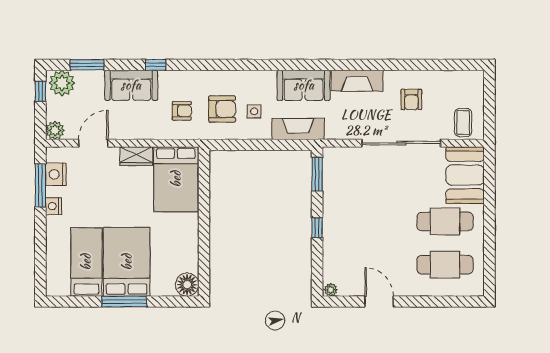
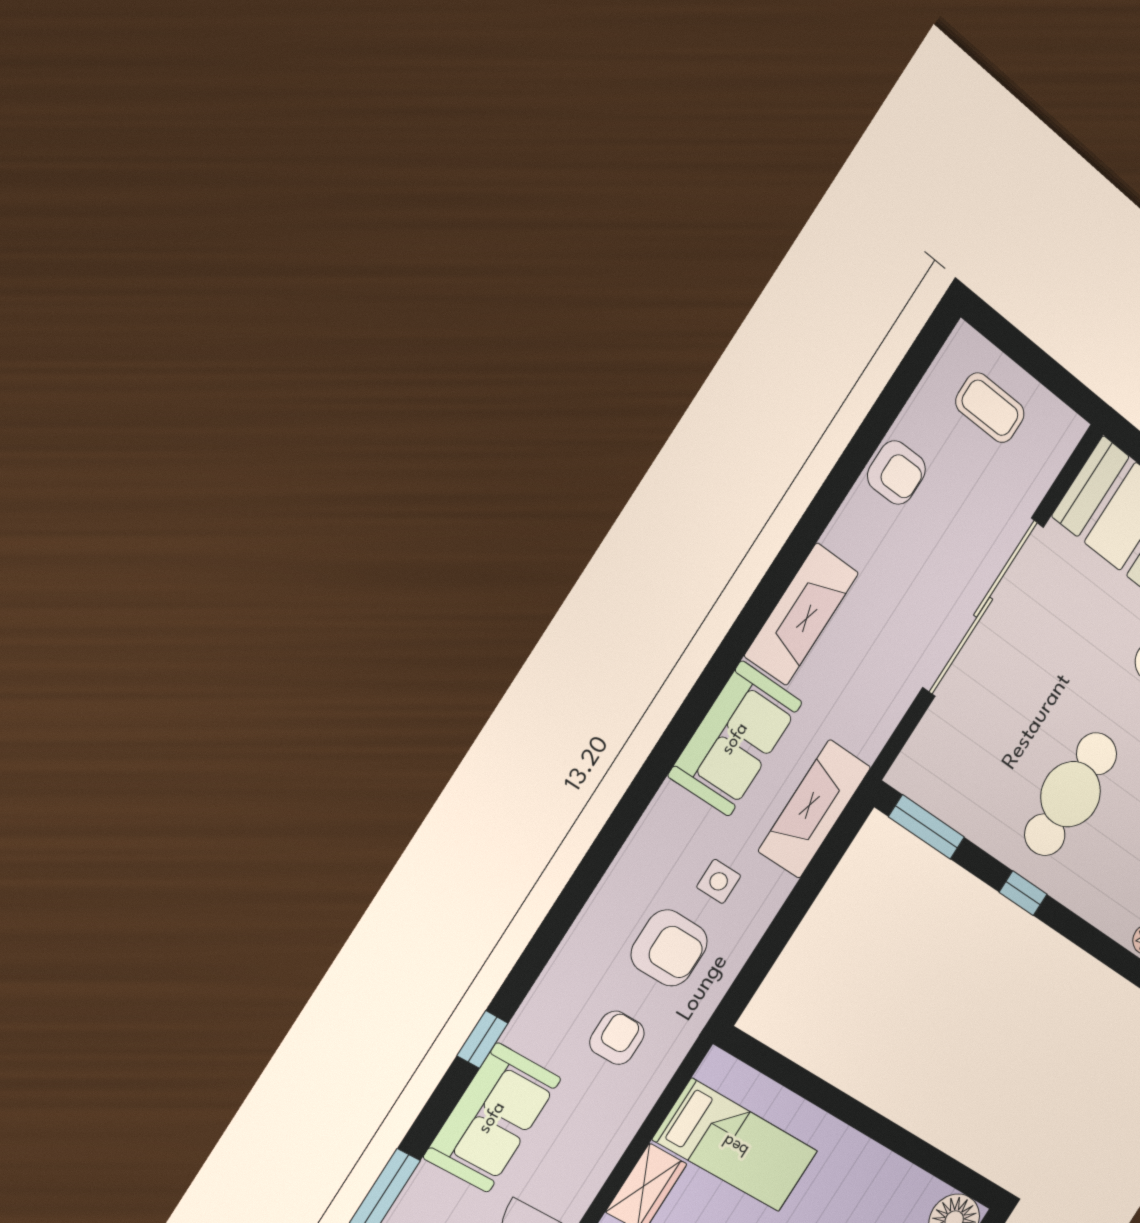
armchair: (411, 99) -> (896, 473), moved
armchair: (222, 109) -> (669, 948), turned 90
coffee table: (463, 123) -> (990, 408), moved
bed: (176, 179) -> (736, 1145), width x0.67
cafe table: (361, 221) -> (1071, 794), added

